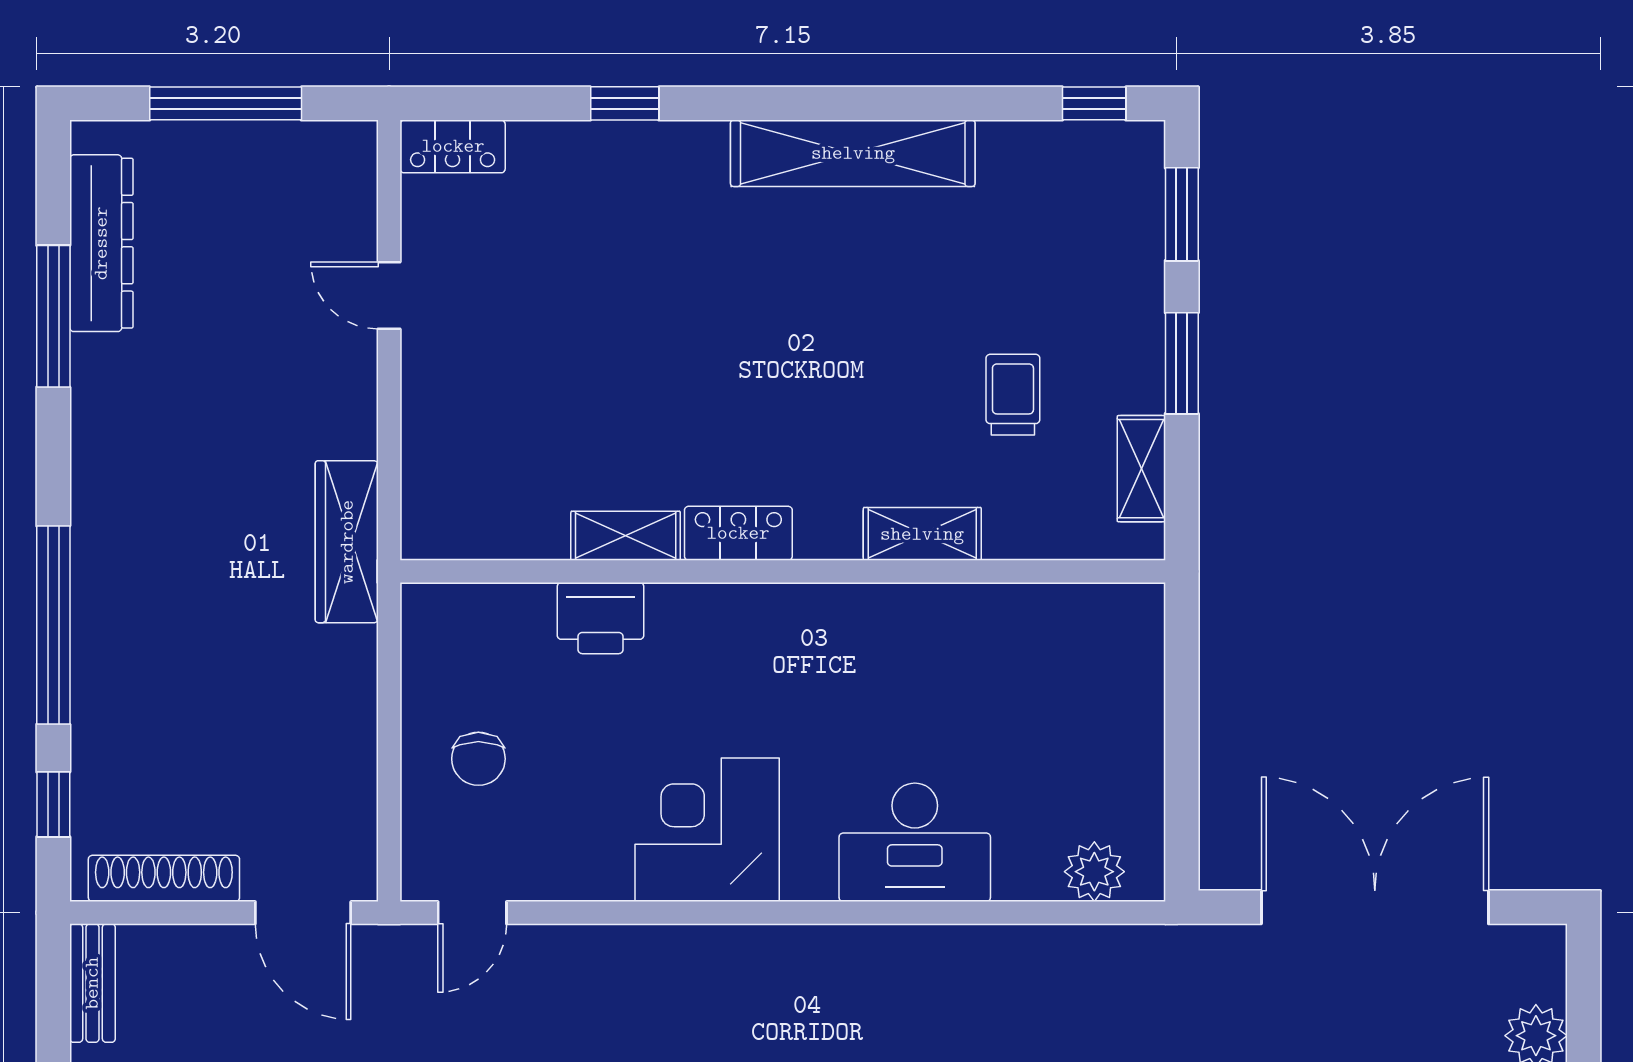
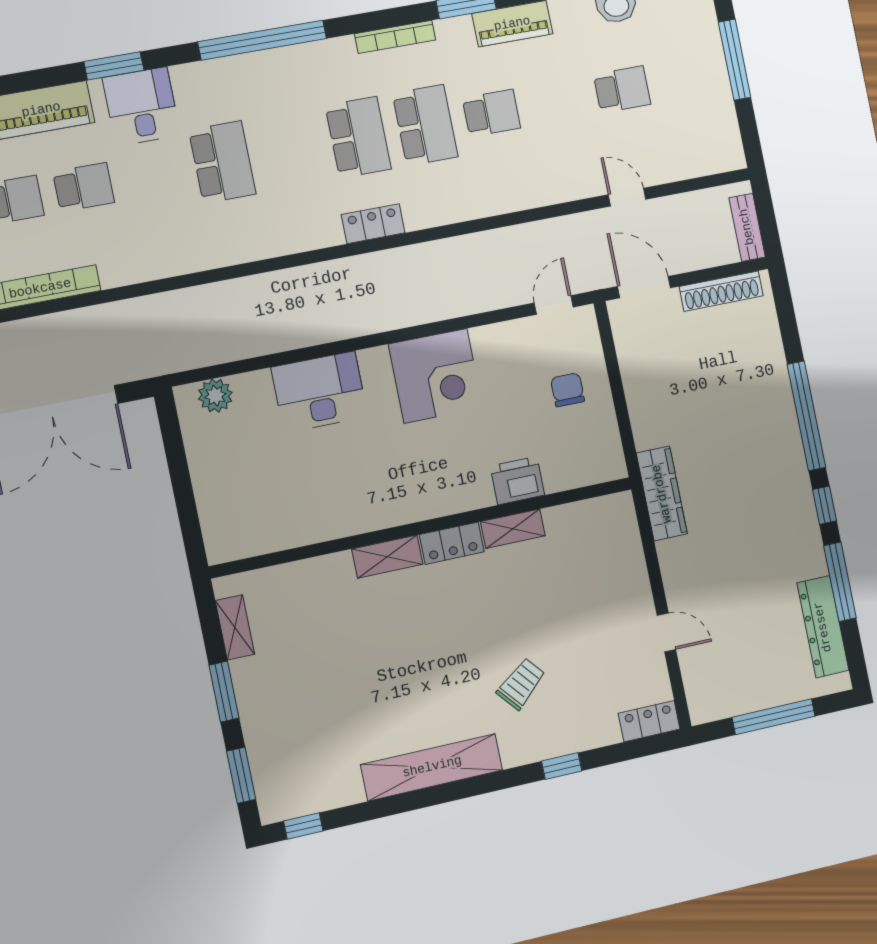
trolley: (1013, 395) -> (521, 684), moved, turned -130
shelving: (922, 534) -> (387, 557), moved
window: (53, 804) -> (824, 505), moved

